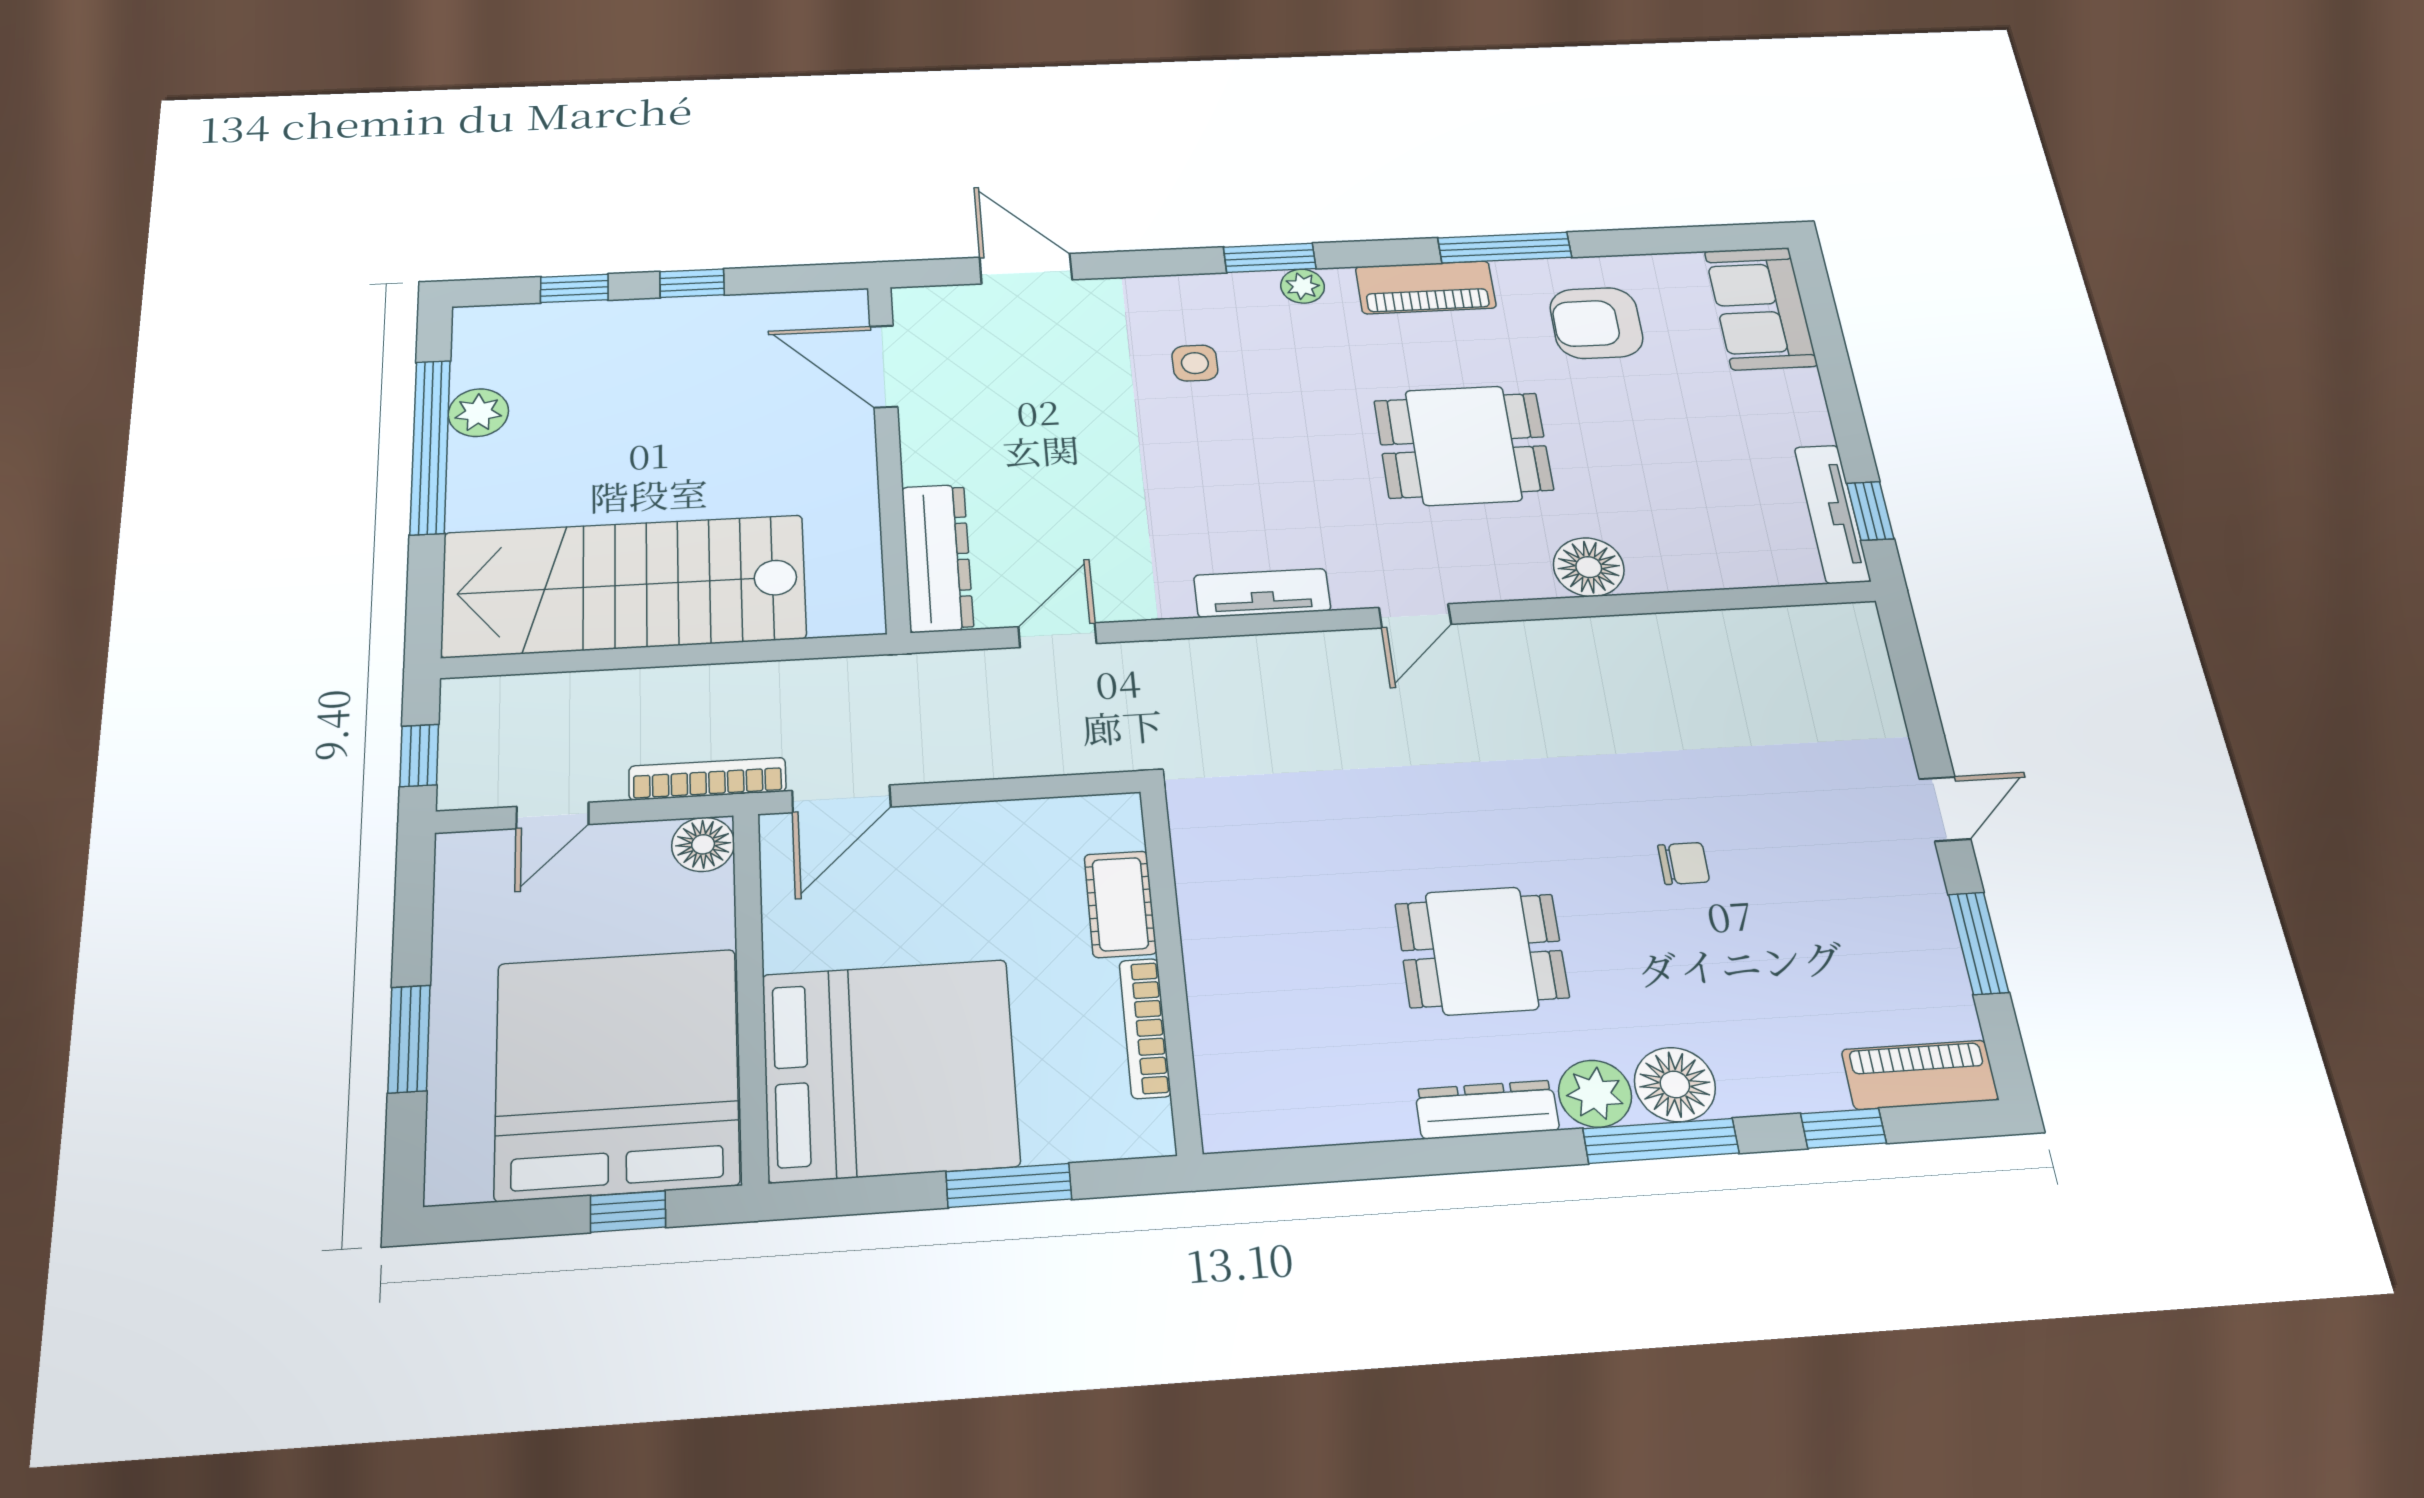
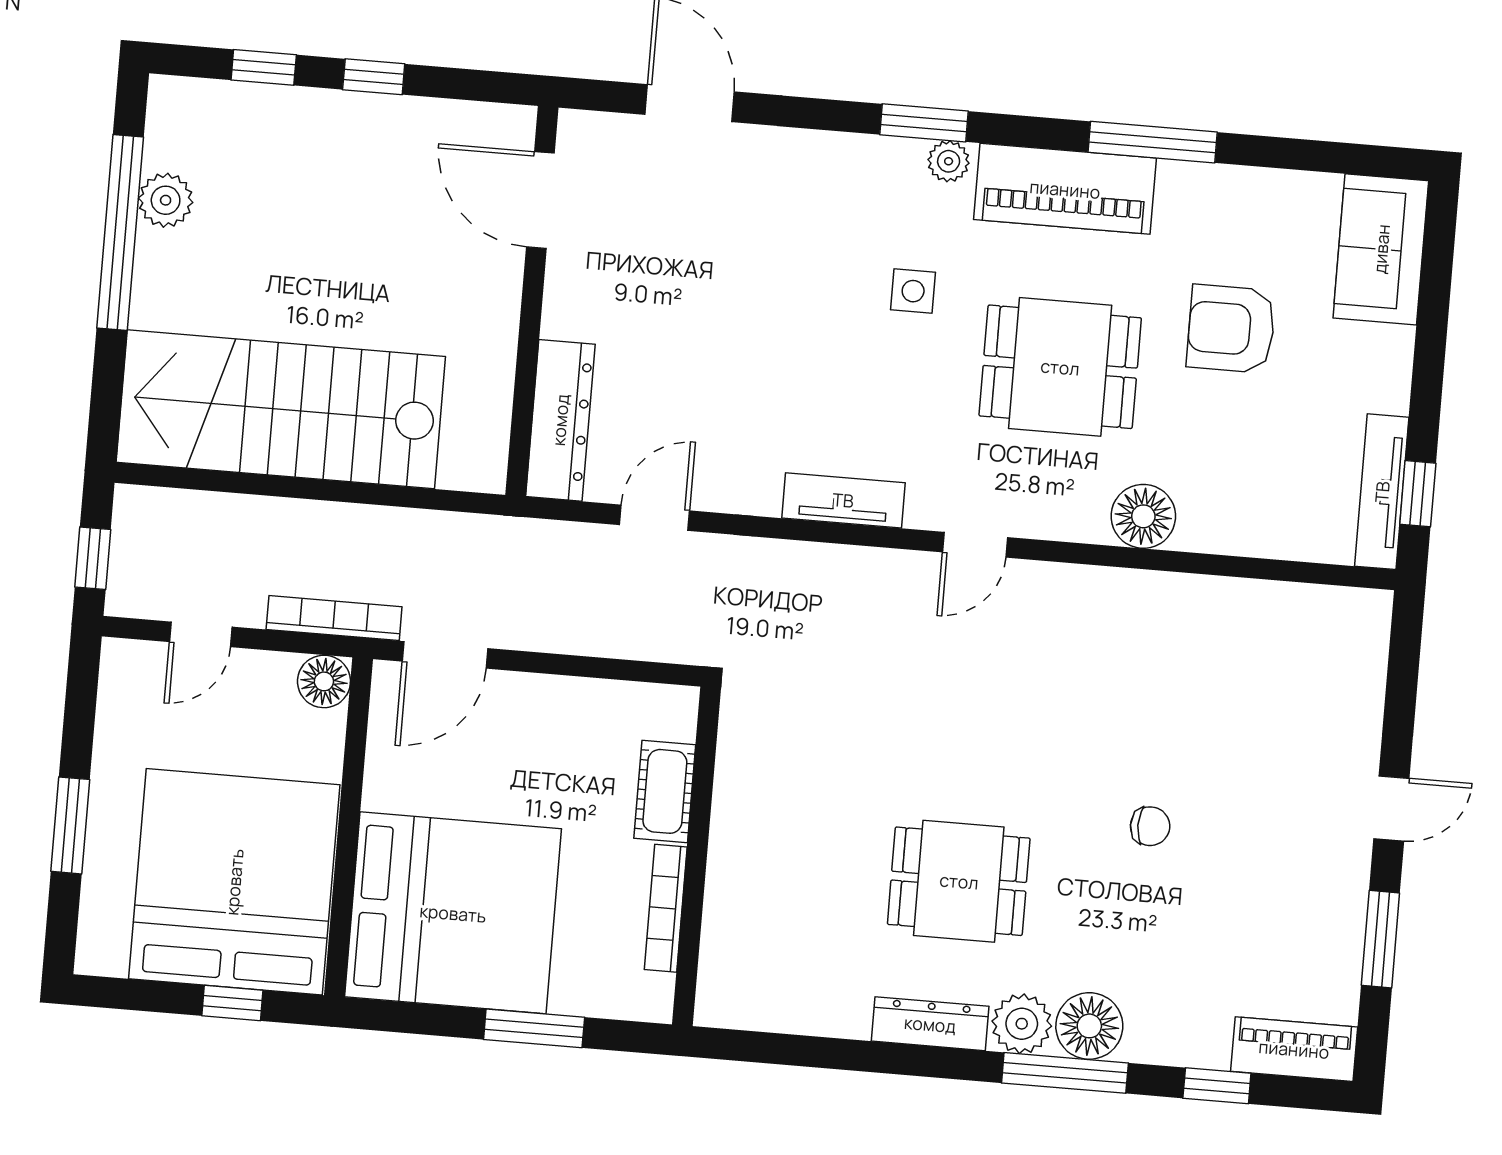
piano: (1426, 287) -> (1065, 189), width x1.37, depth x1.33
armchair: (1596, 323) -> (1231, 329), moved
side table: (1195, 363) -> (913, 291), moved

